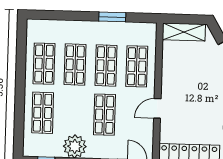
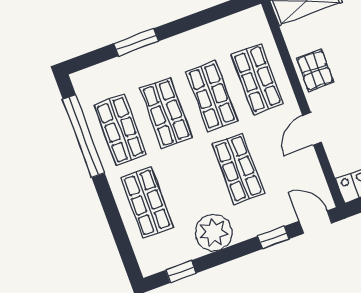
window: (112, 17) -> (136, 42), moved
window: (21, 59) -> (84, 136), added
pallet: (173, 75) -> (315, 70), added

